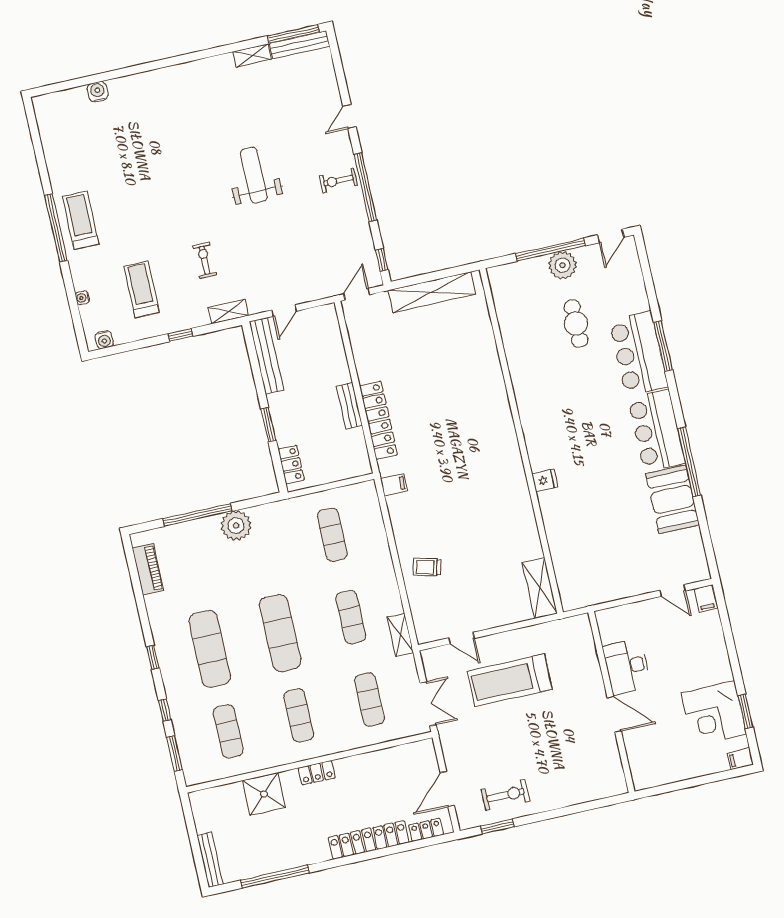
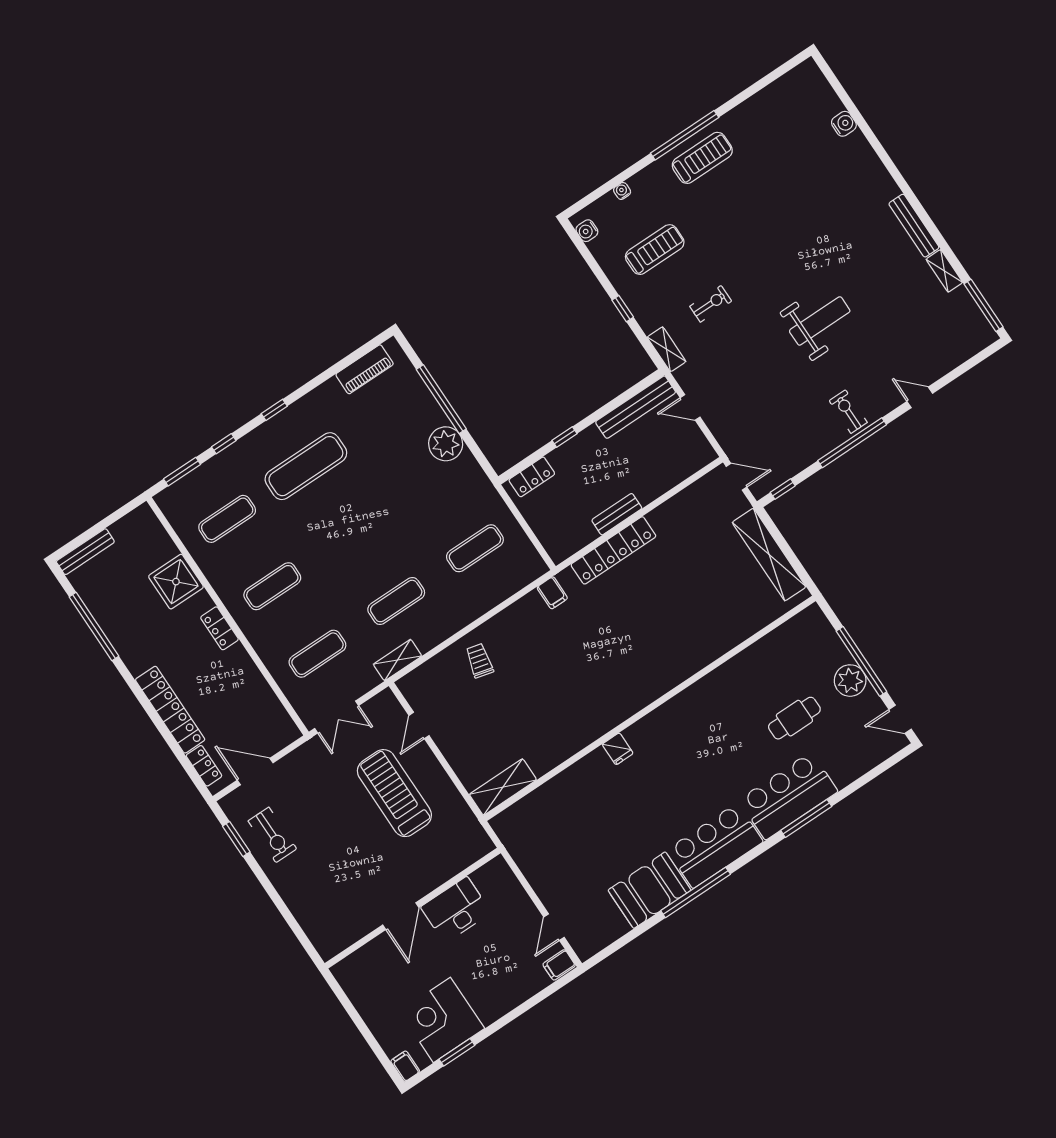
bench: (300, 45) -> (914, 226), moved
window: (268, 425) -> (565, 437), width x0.67
exercise mat: (280, 633) -> (351, 534), removed

